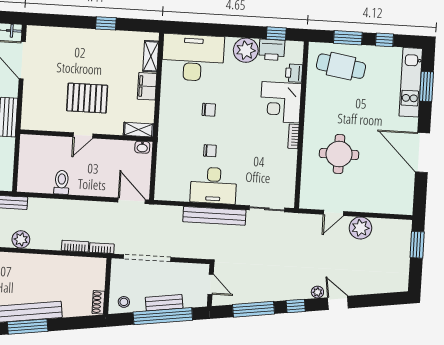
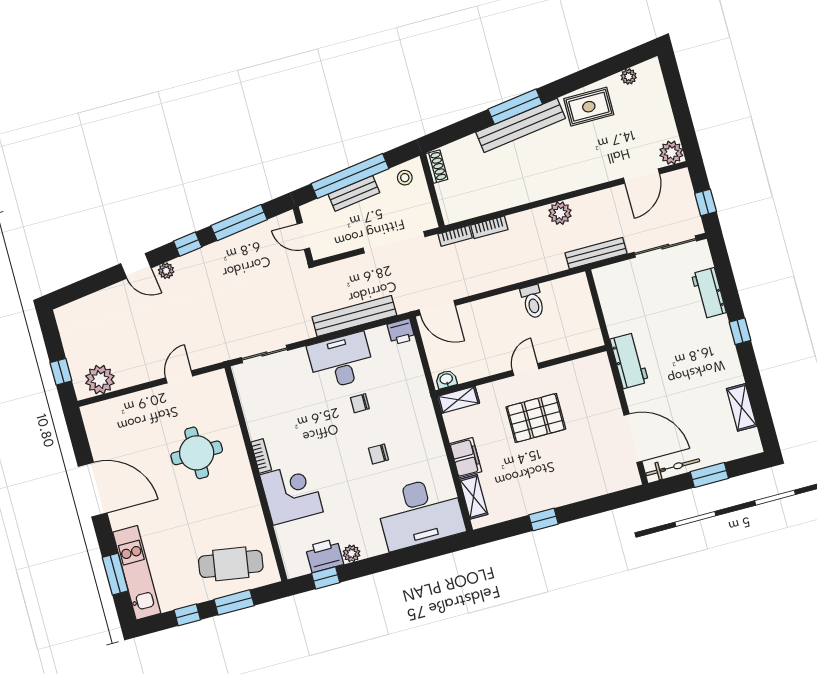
plant: (246, 50) -> (352, 553), width x0.53, depth x0.53
printer: (294, 73) -> (401, 332), moved, turned 90
bench: (214, 216) -> (354, 316), moved
plant: (360, 228) -> (100, 380), moved
window: (417, 245) -> (61, 372), width x0.67

